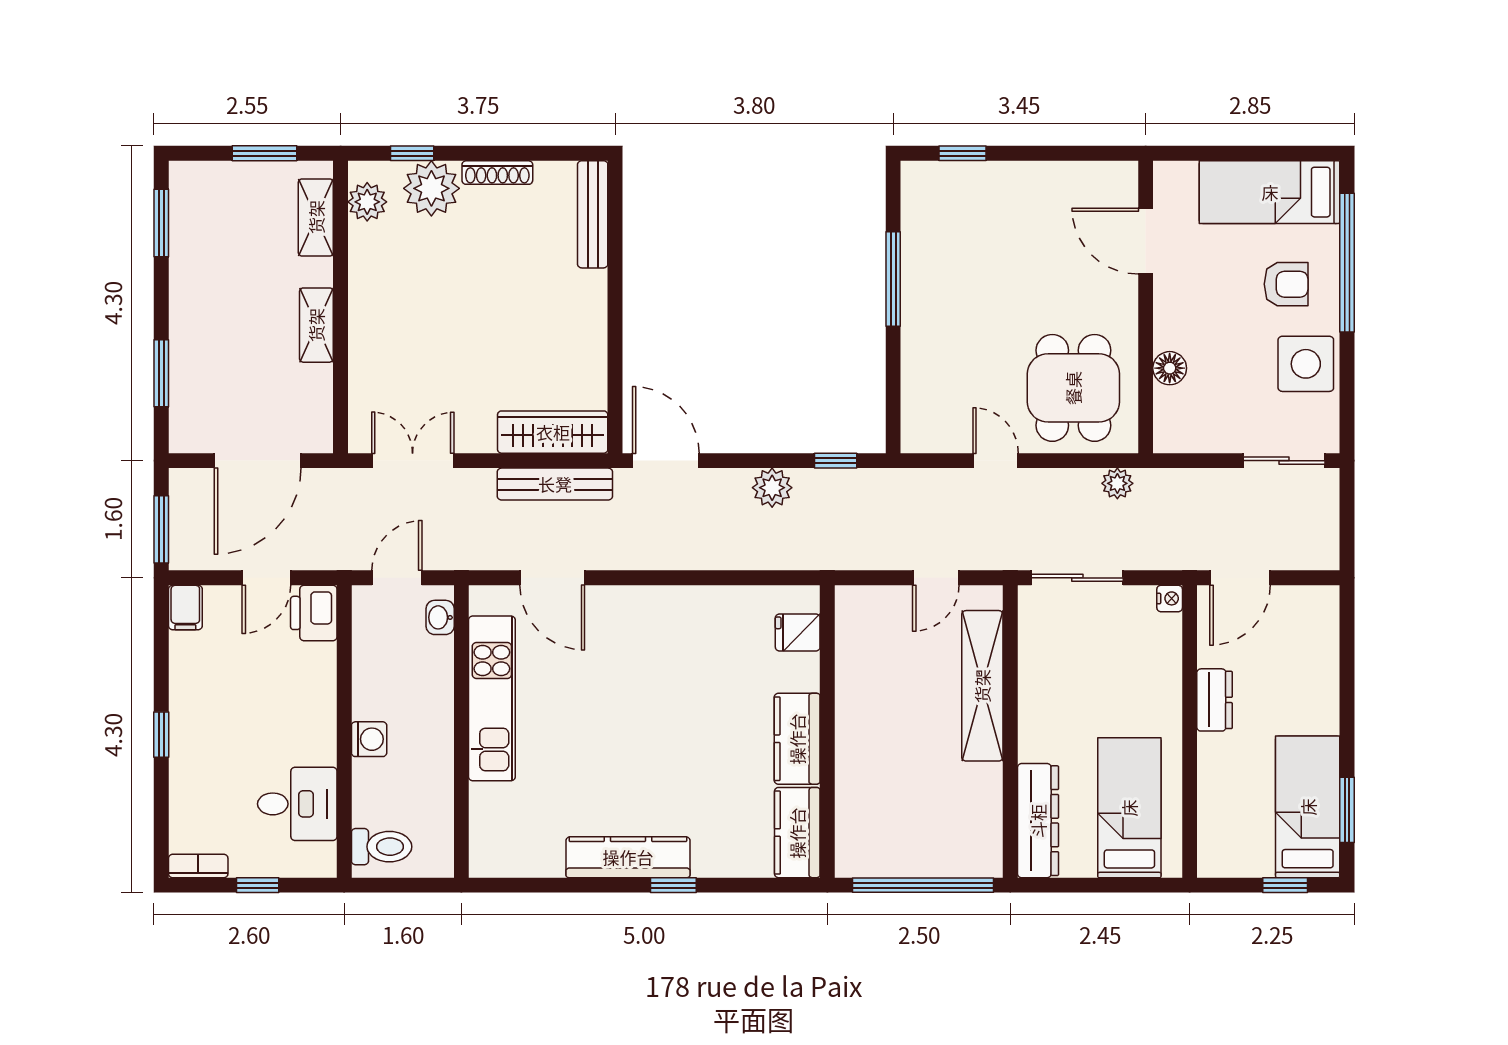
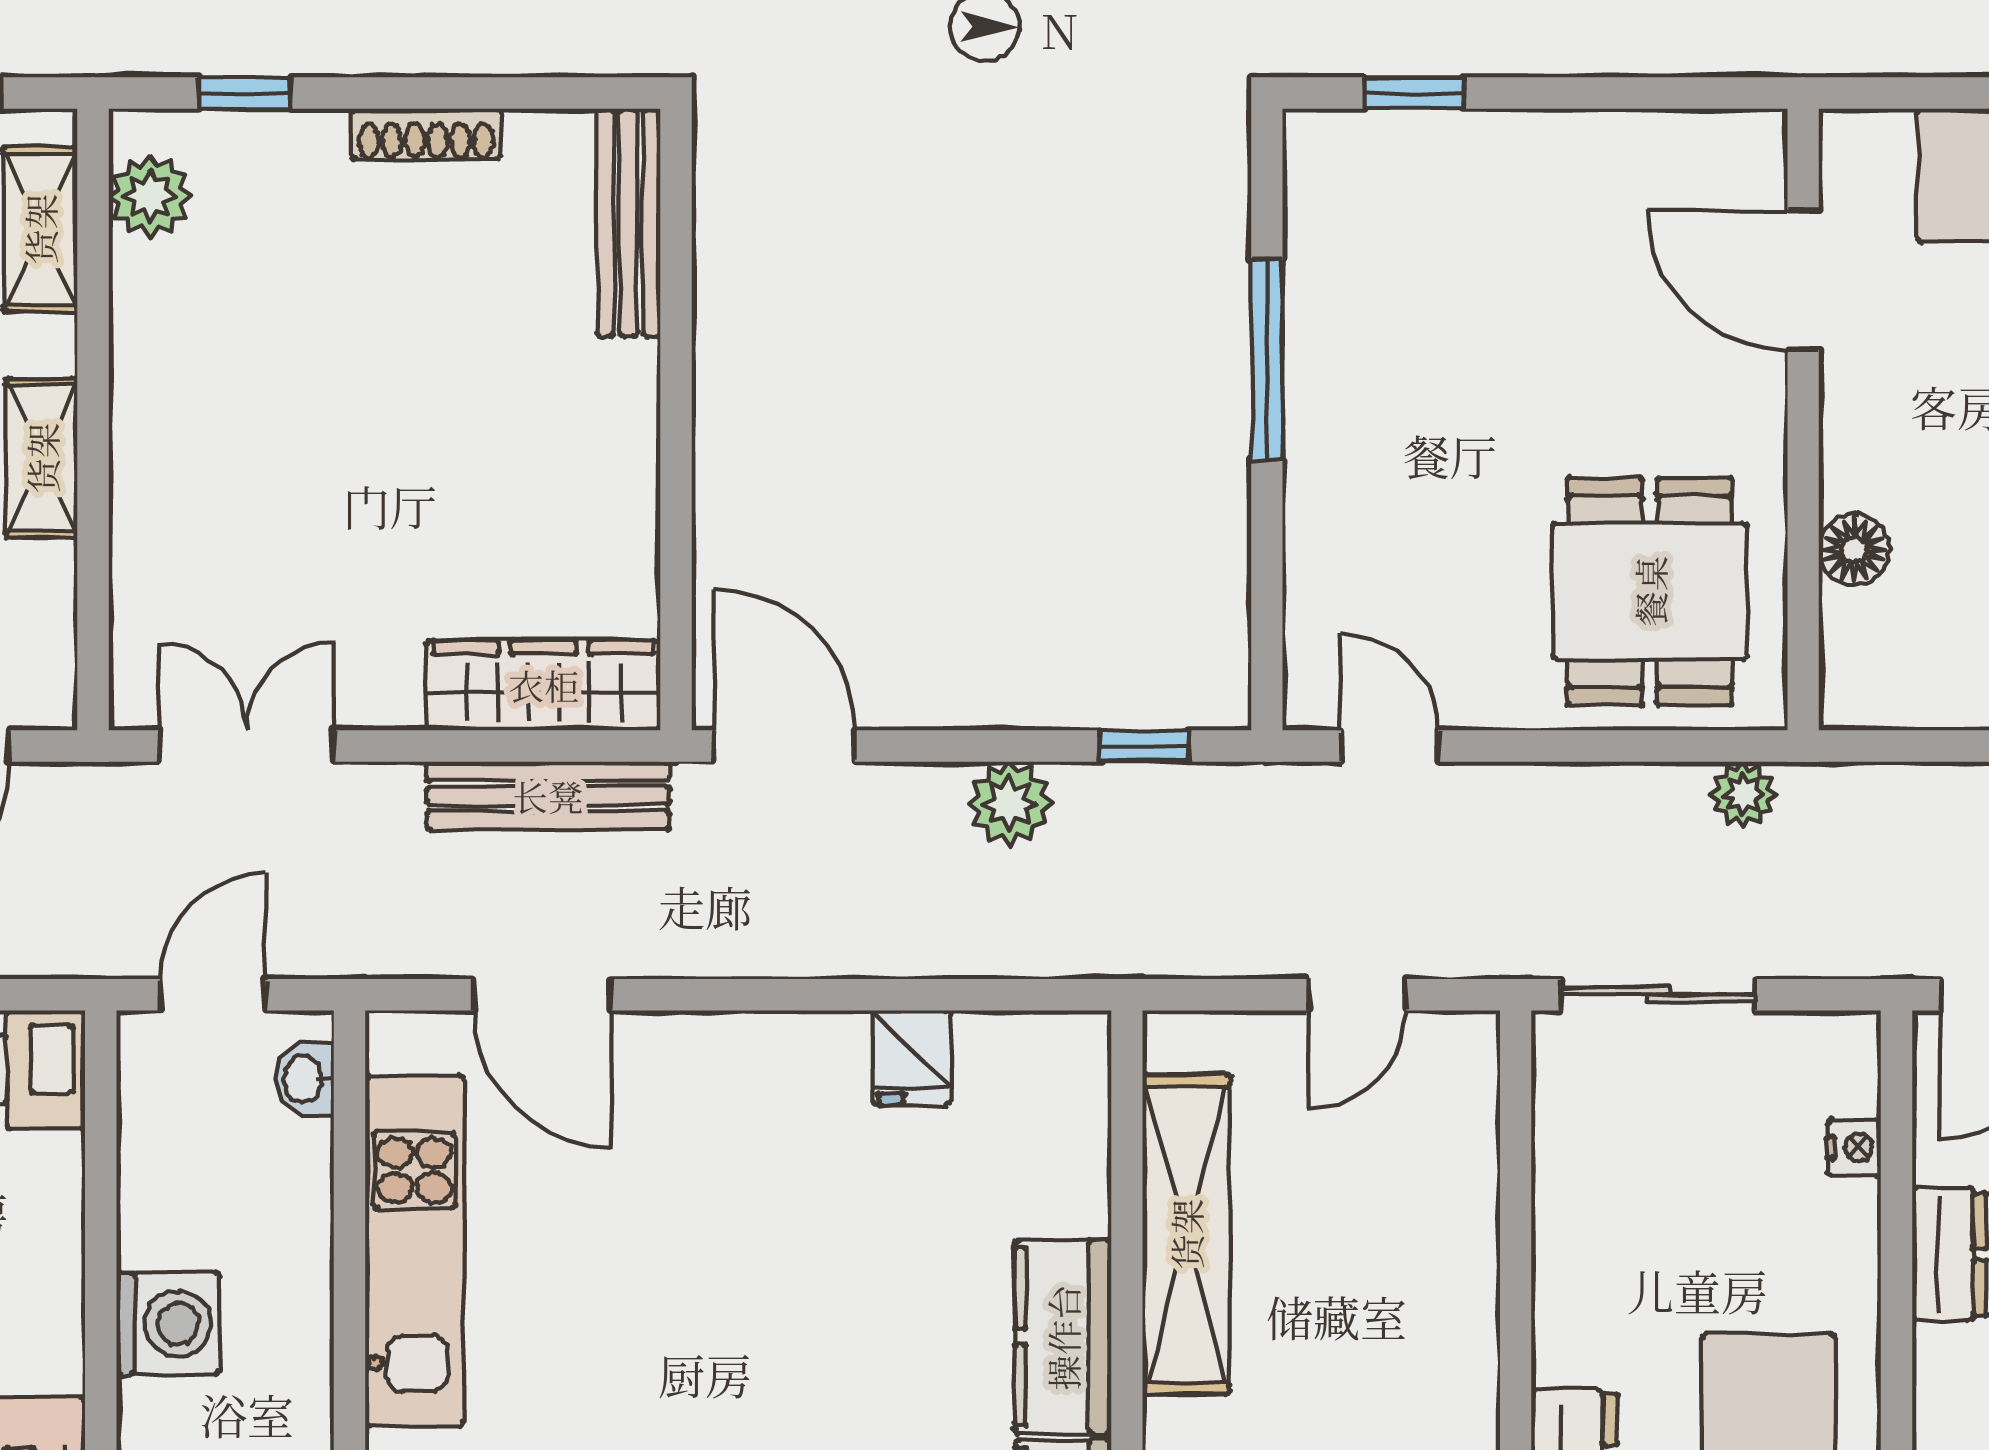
plant: (431, 188) -> (286, 168), removed
door: (996, 461) -> (1390, 746), moved
nightstand: (1170, 598) -> (1854, 1148), moved
fridge: (798, 633) -> (912, 1058), moved, turned -90
shelving: (982, 686) -> (1186, 1234), moved
washing machine: (369, 739) -> (168, 1323), width x1.38, depth x1.38

